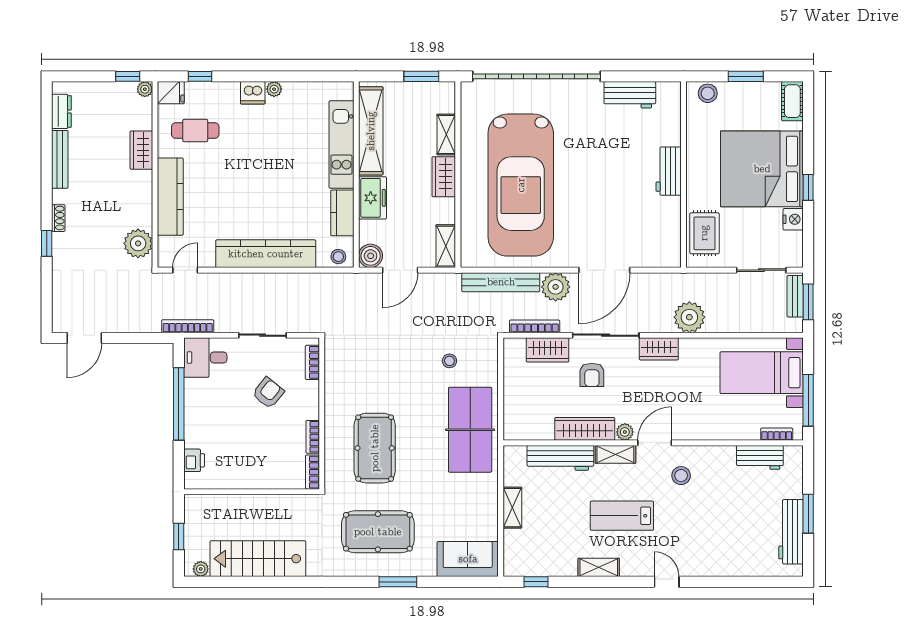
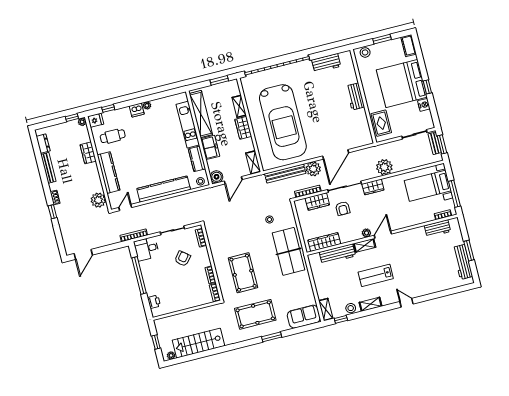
wardrobe: (585, 429) -> (324, 242), moved
stool: (681, 476) -> (351, 308), moved
shelving: (512, 508) -> (326, 309), moved

